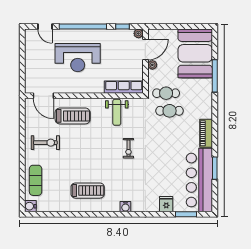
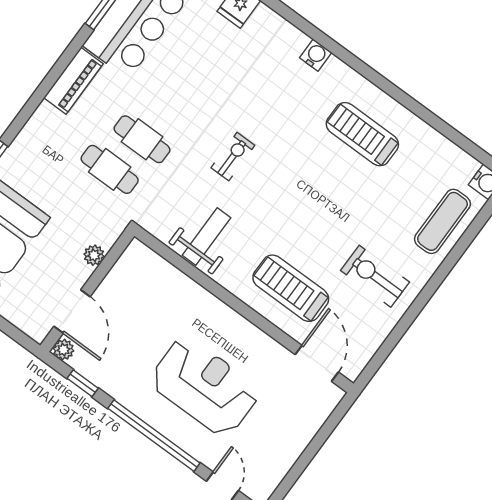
door: (145, 49) -> (72, 312), swing flipped
plant: (152, 65) -> (94, 255), moved
row of seats: (124, 87) -> (161, 273), removed
cafe table: (166, 93) -> (142, 139), moved

